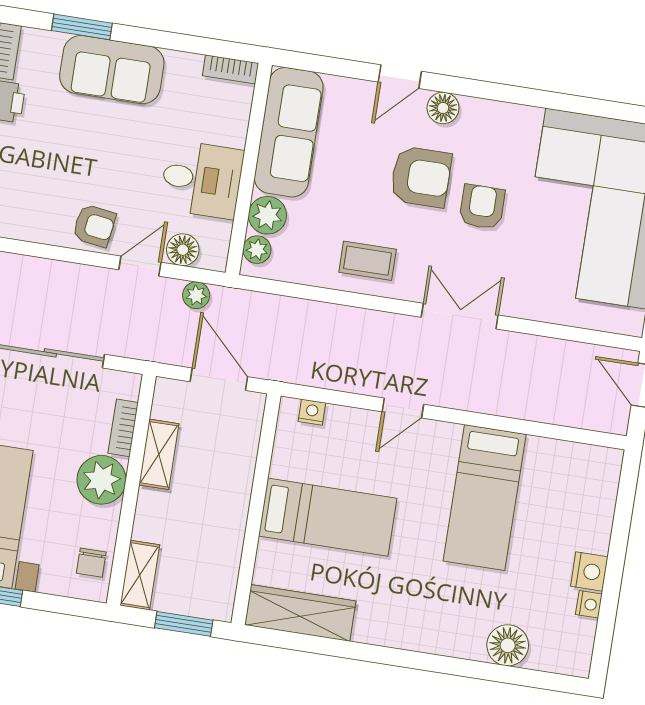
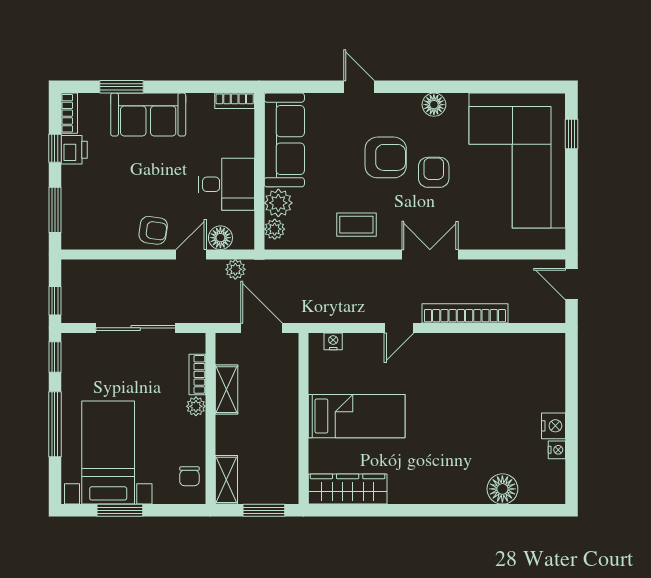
door: (400, 77) -> (359, 87), swing flipped
floor lamp: (443, 108) -> (434, 105), moved
bookcase: (494, 402) -> (465, 313), added
plant: (101, 480) -> (196, 406), width x0.53, depth x0.53
bed: (485, 498) -> (469, 384), removed

